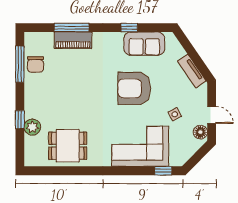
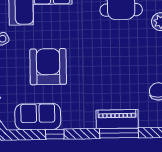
armchair: (134, 88) -> (48, 67), turned -90

